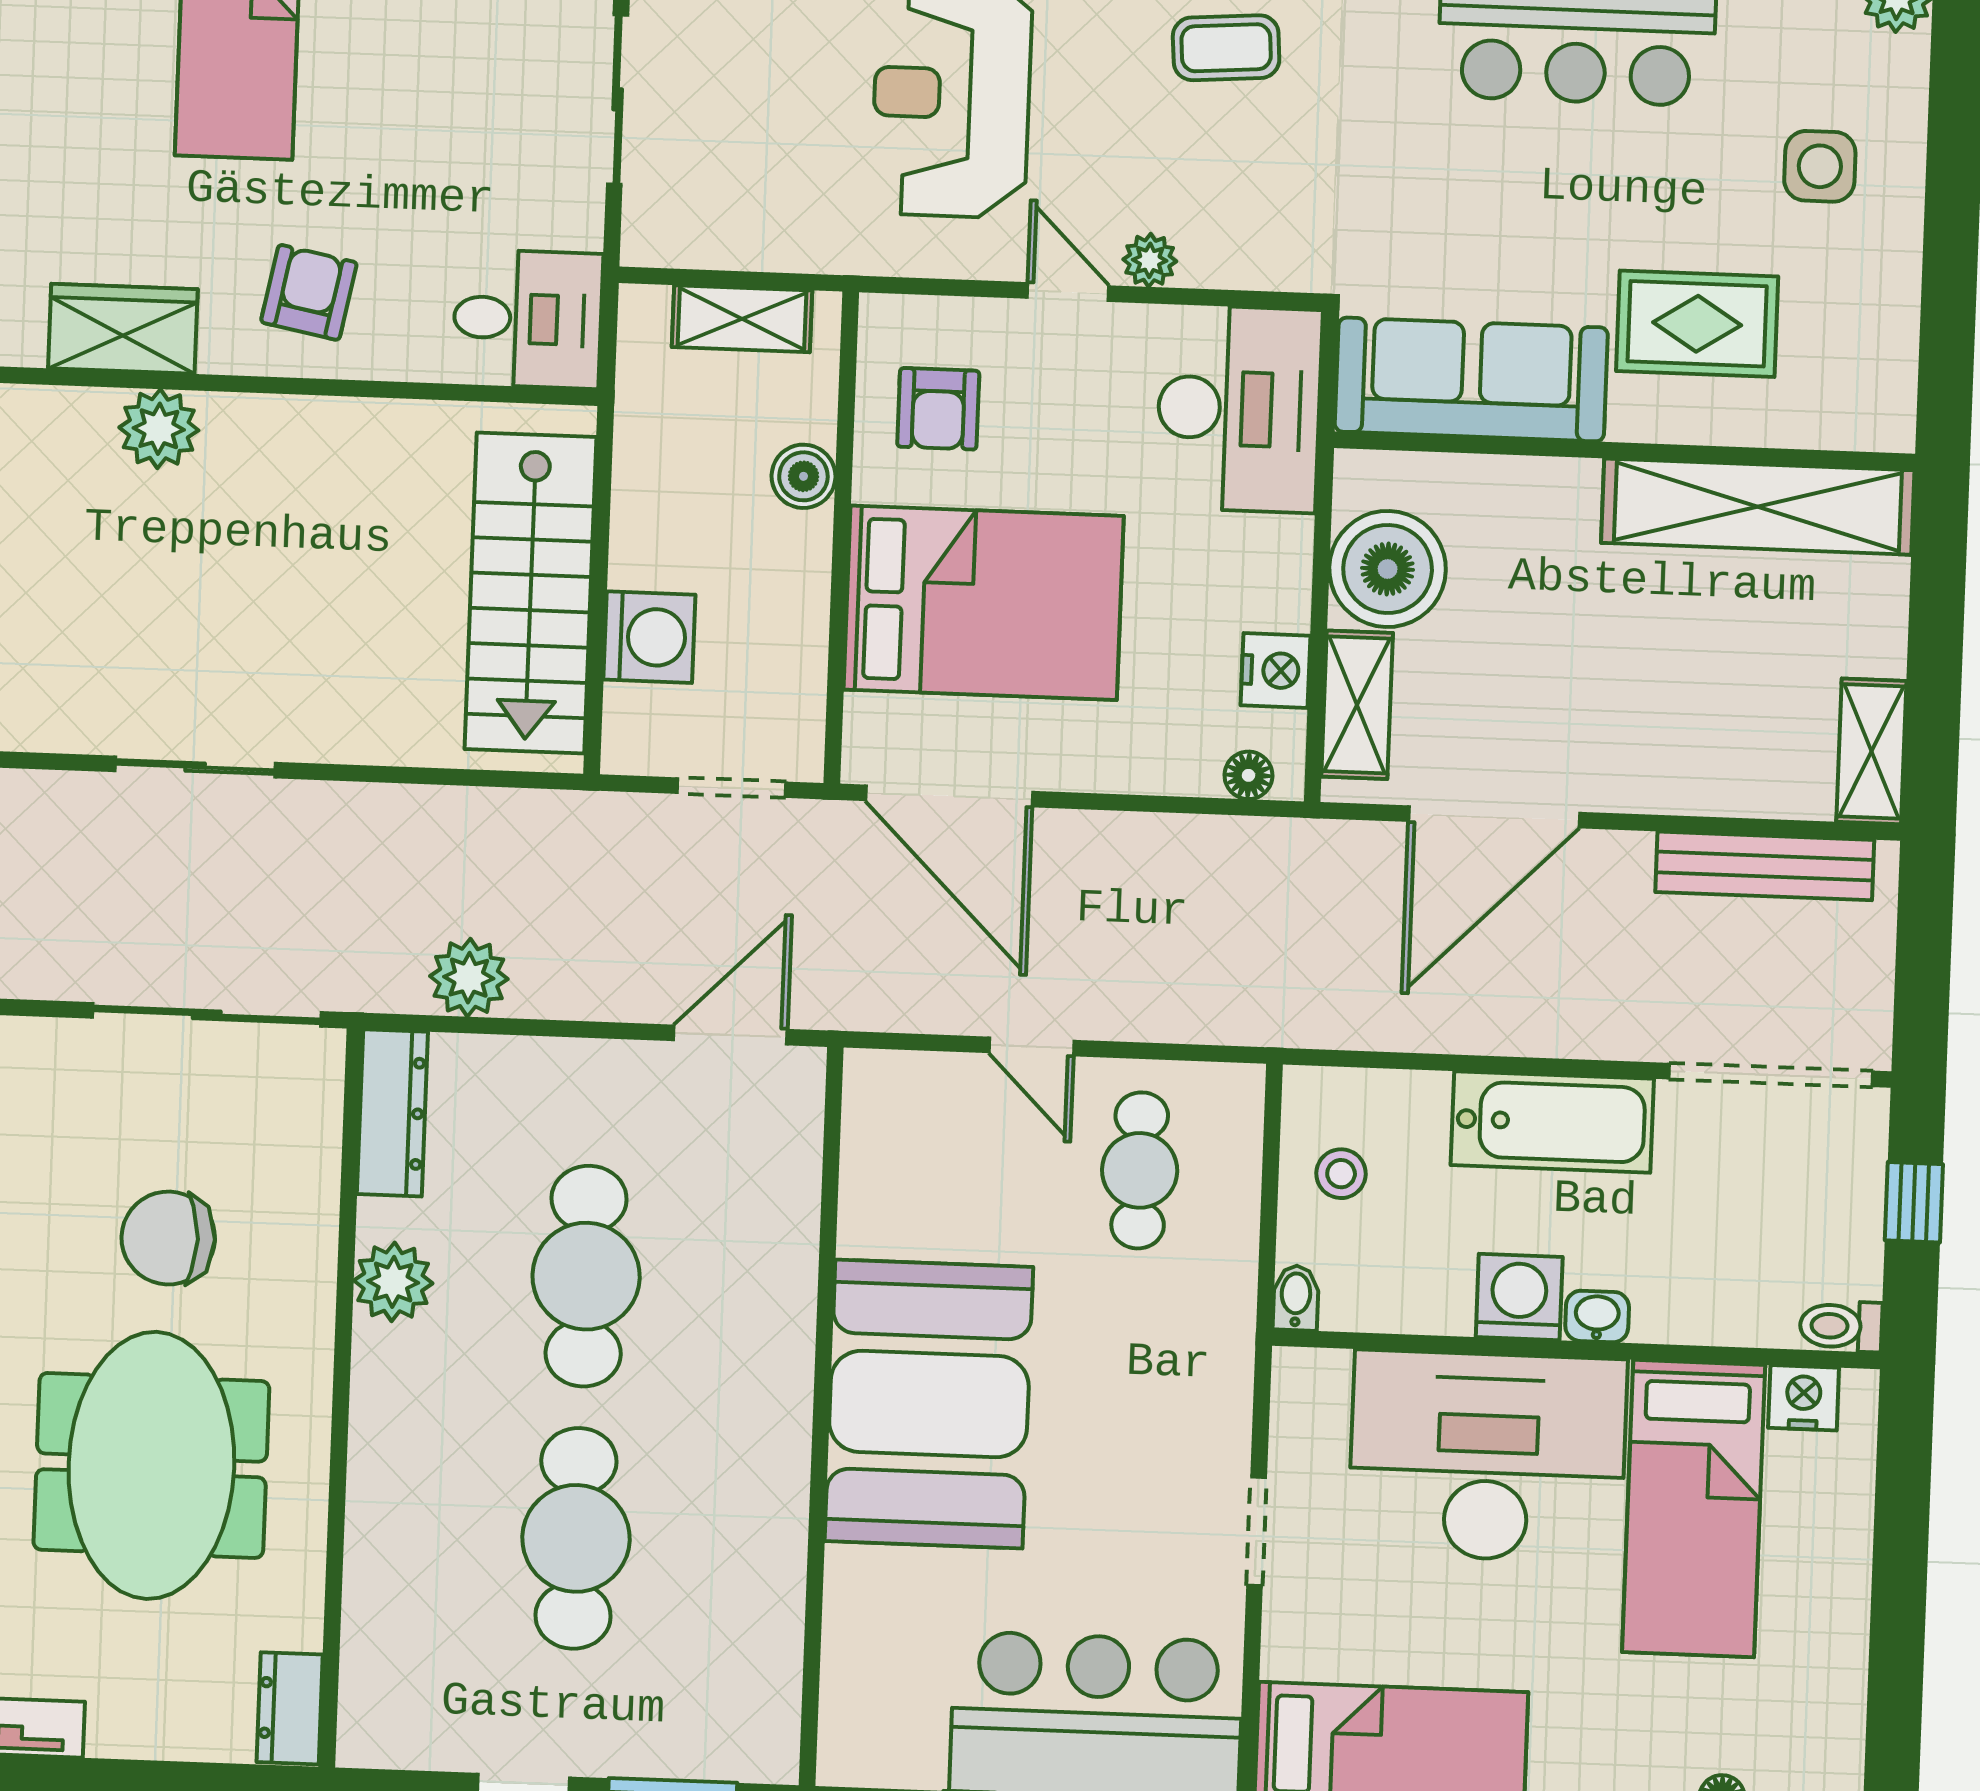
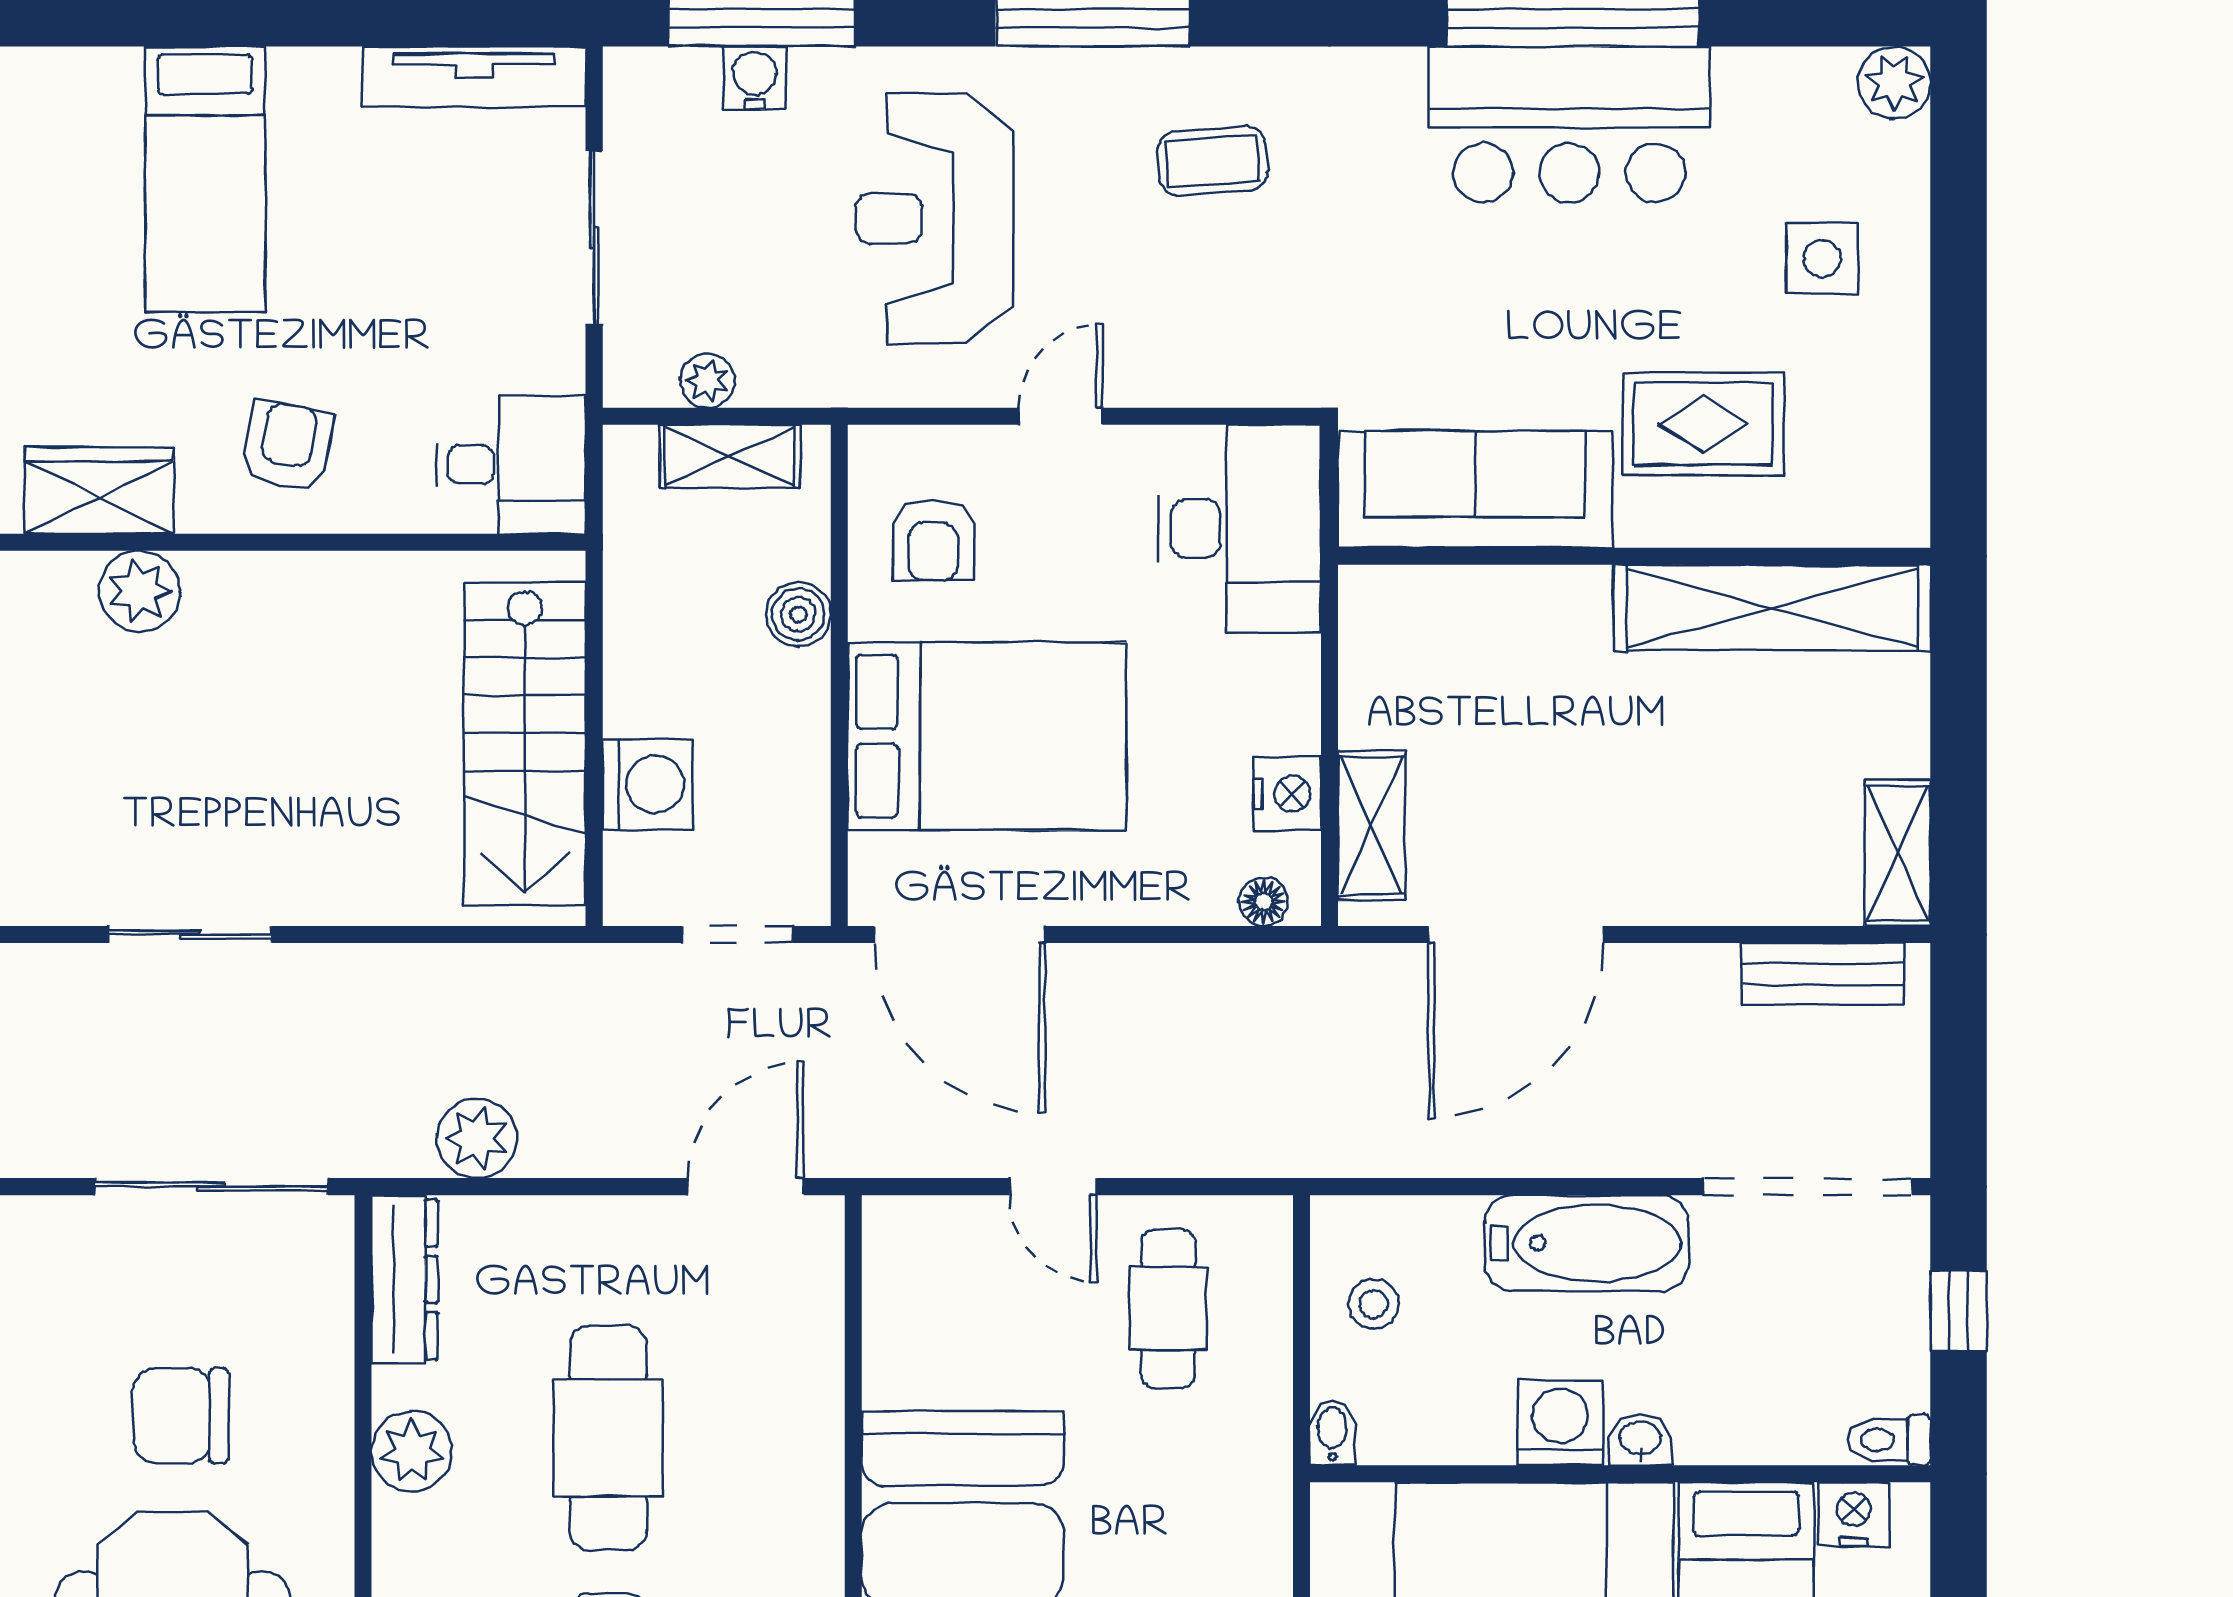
plant: (1150, 260) -> (707, 381), moved
door: (1068, 292) -> (1061, 416), hinge flipped
boiler: (1388, 569) -> (1397, 686), removed
bench: (1765, 866) -> (1823, 974), width x0.73

